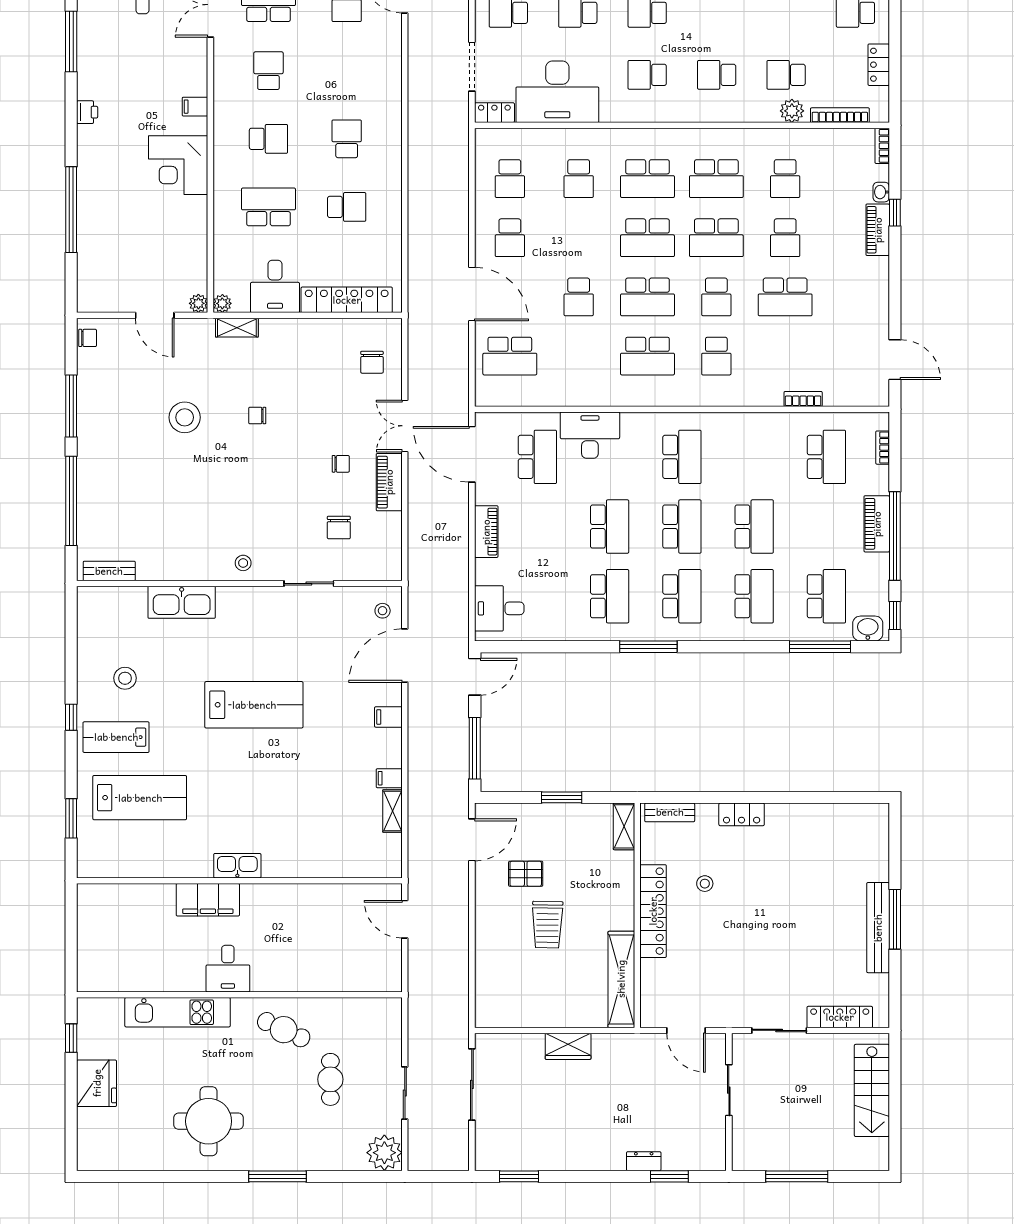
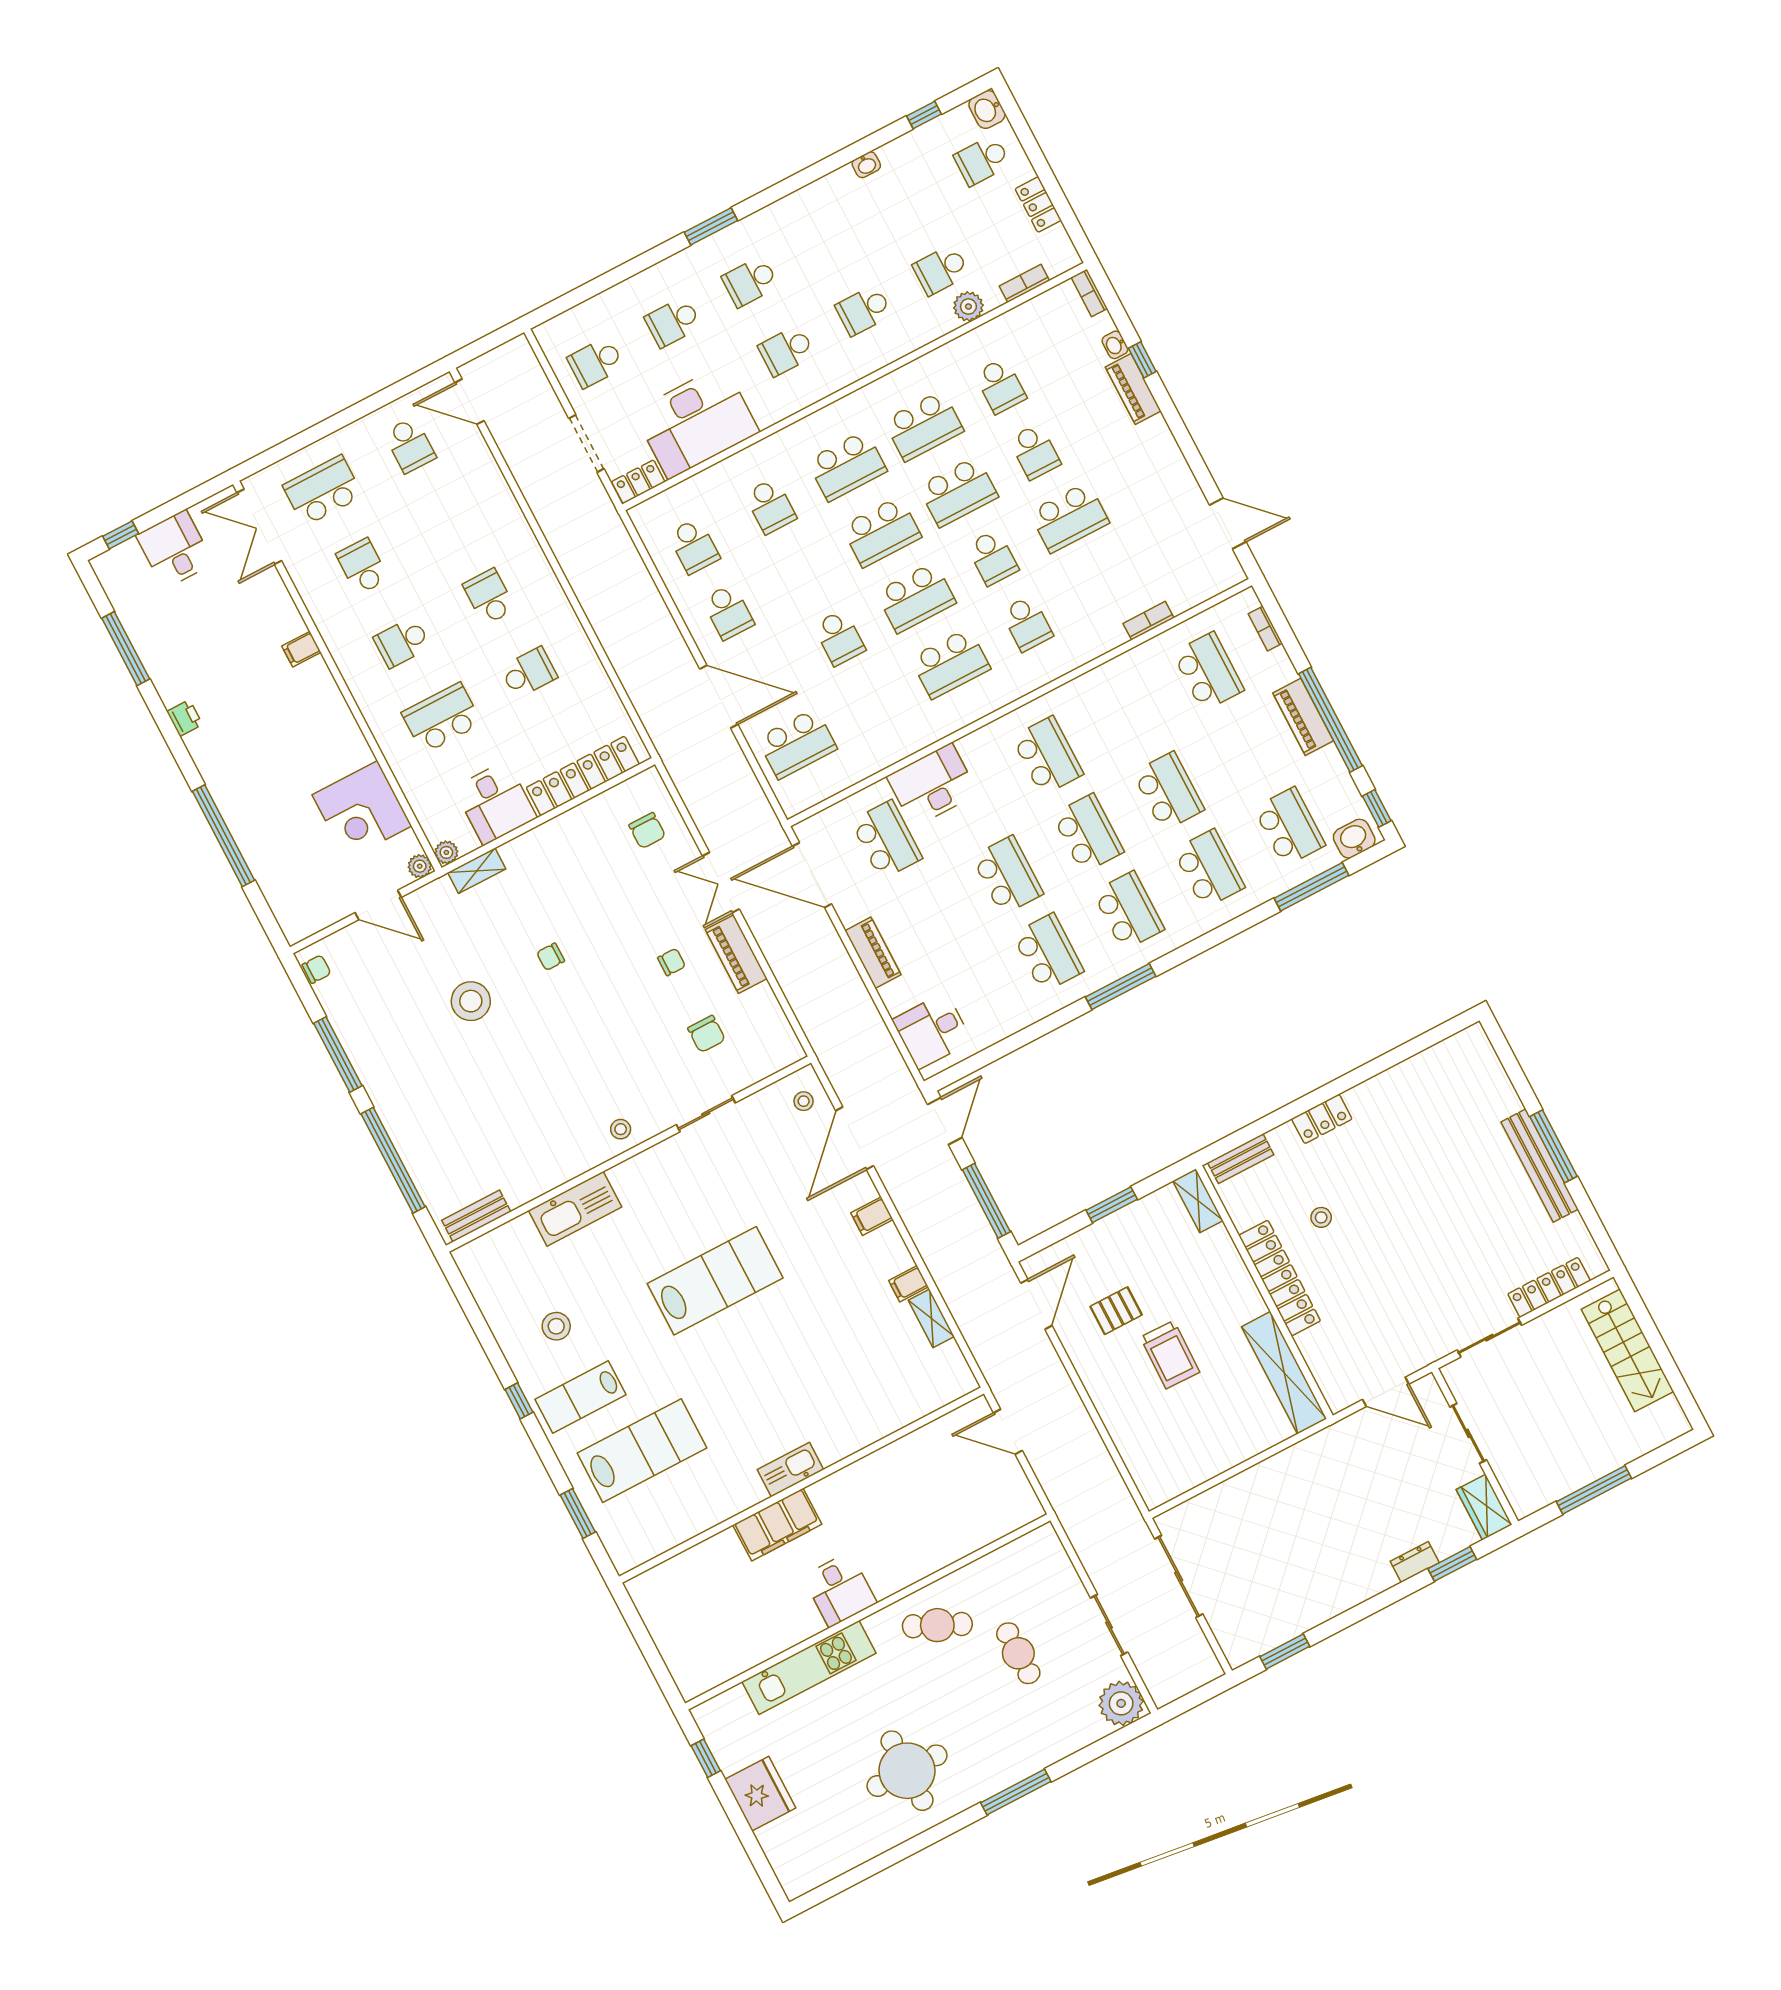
bookcase: (840, 115) -> (1024, 283), width x0.64
school desk: (268, 139) -> (402, 642), turned 180
corner desk: (178, 165) -> (362, 810), moved
wardrobe: (568, 1046) -> (1484, 1507), moved, turned 90

